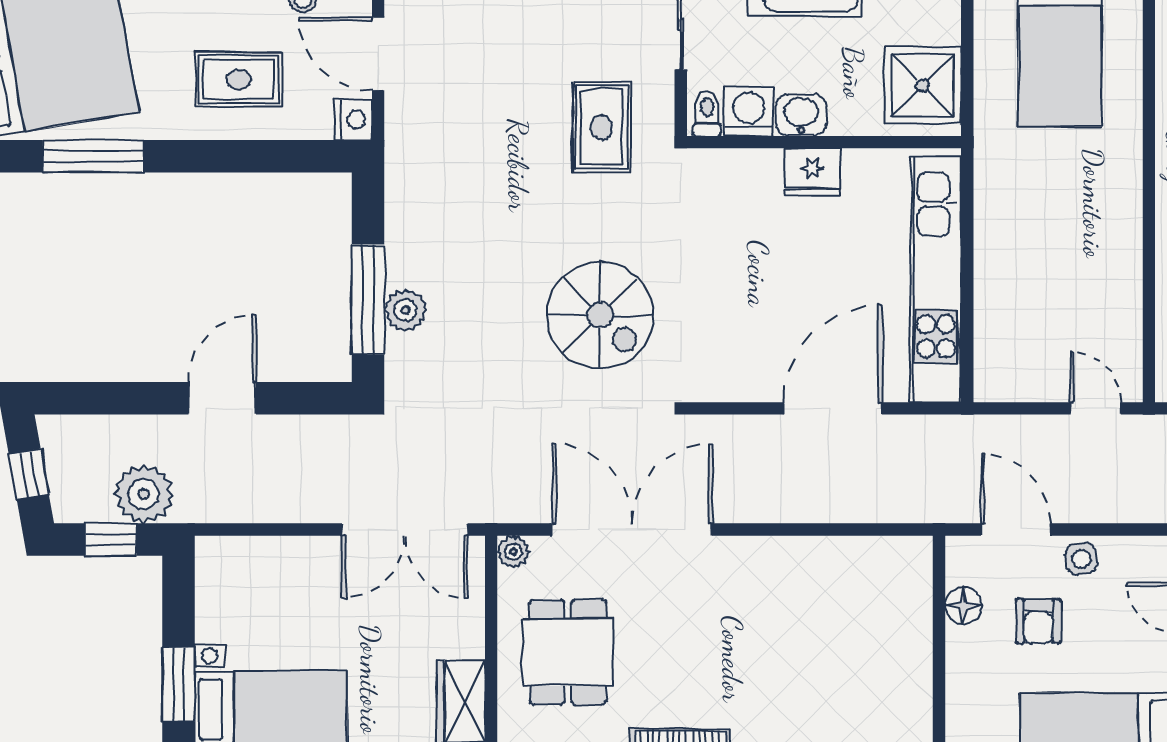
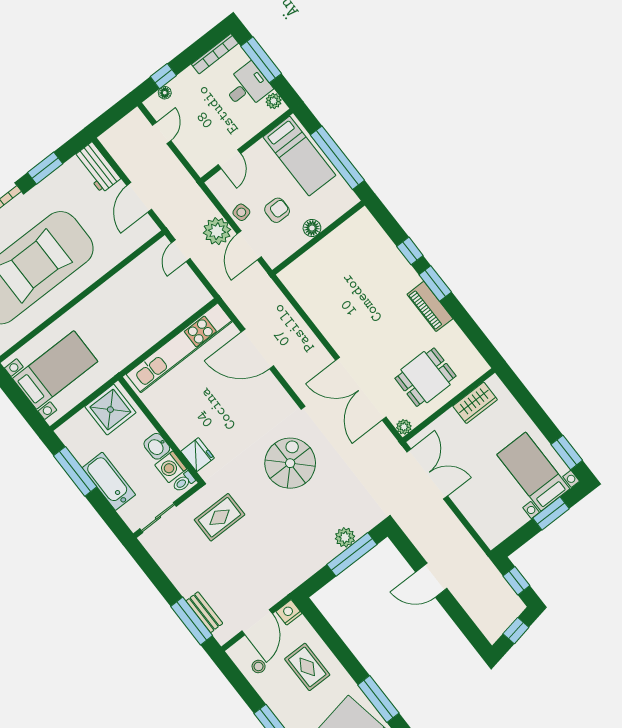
fridge: (812, 172) -> (198, 455), moved
plant: (144, 494) -> (217, 231), moved
floor lamp: (963, 605) -> (312, 228), moved

